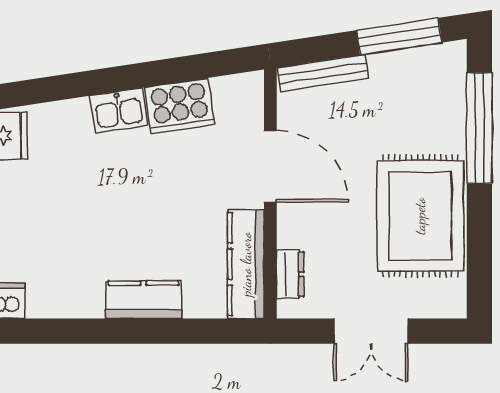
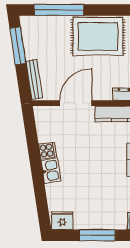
cooker: (180, 106) -> (47, 150), width x0.53, depth x0.76

